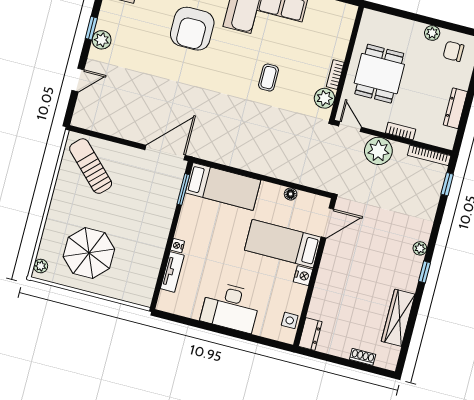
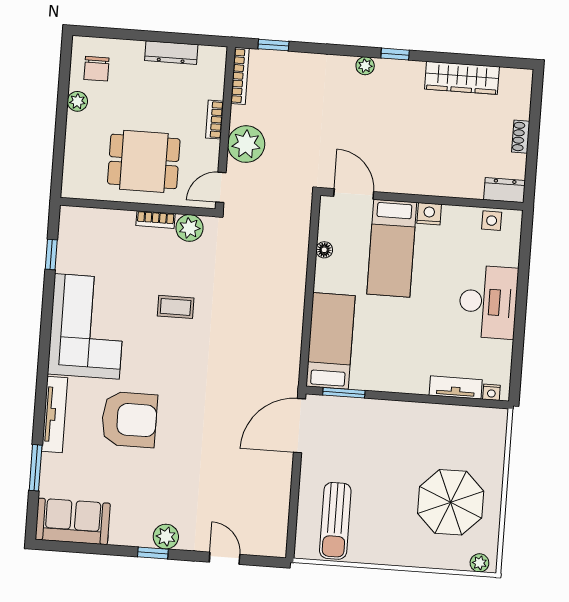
door: (165, 152) -> (299, 426), hinge flipped
sun lounger: (91, 166) -> (335, 521), turned -45
nightstand: (177, 246) -> (491, 392), moved
shoe rack: (363, 357) -> (521, 137), moved

